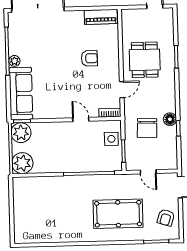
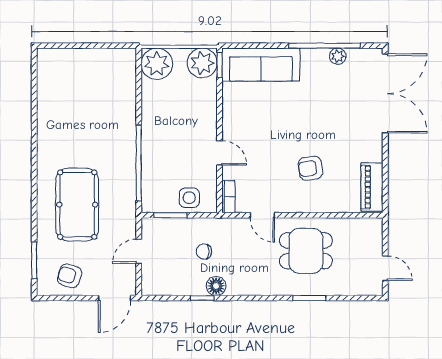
armchair: (89, 58) -> (311, 168), turned 82
plant: (14, 61) -> (338, 56), moved
door: (81, 119) -> (219, 153), hinge flipped
chair: (147, 128) -> (204, 252), width x0.54, depth x0.54

